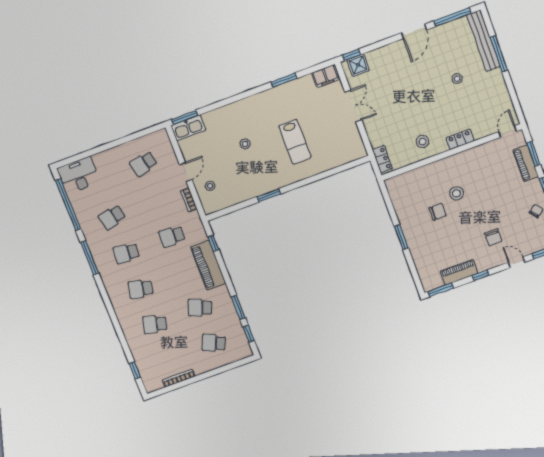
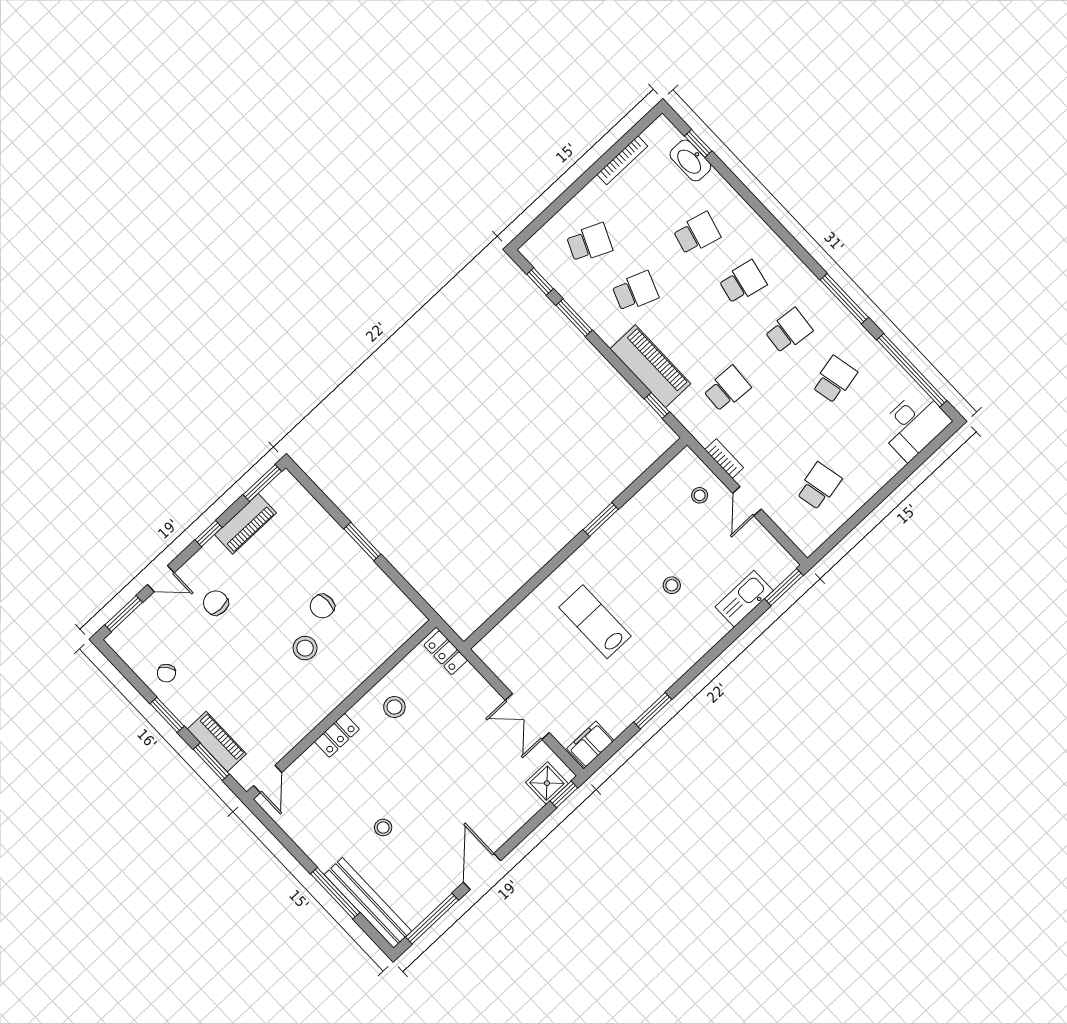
kitchen sink: (188, 128) -> (744, 599), moved
washbasin: (143, 363) -> (690, 160), added

